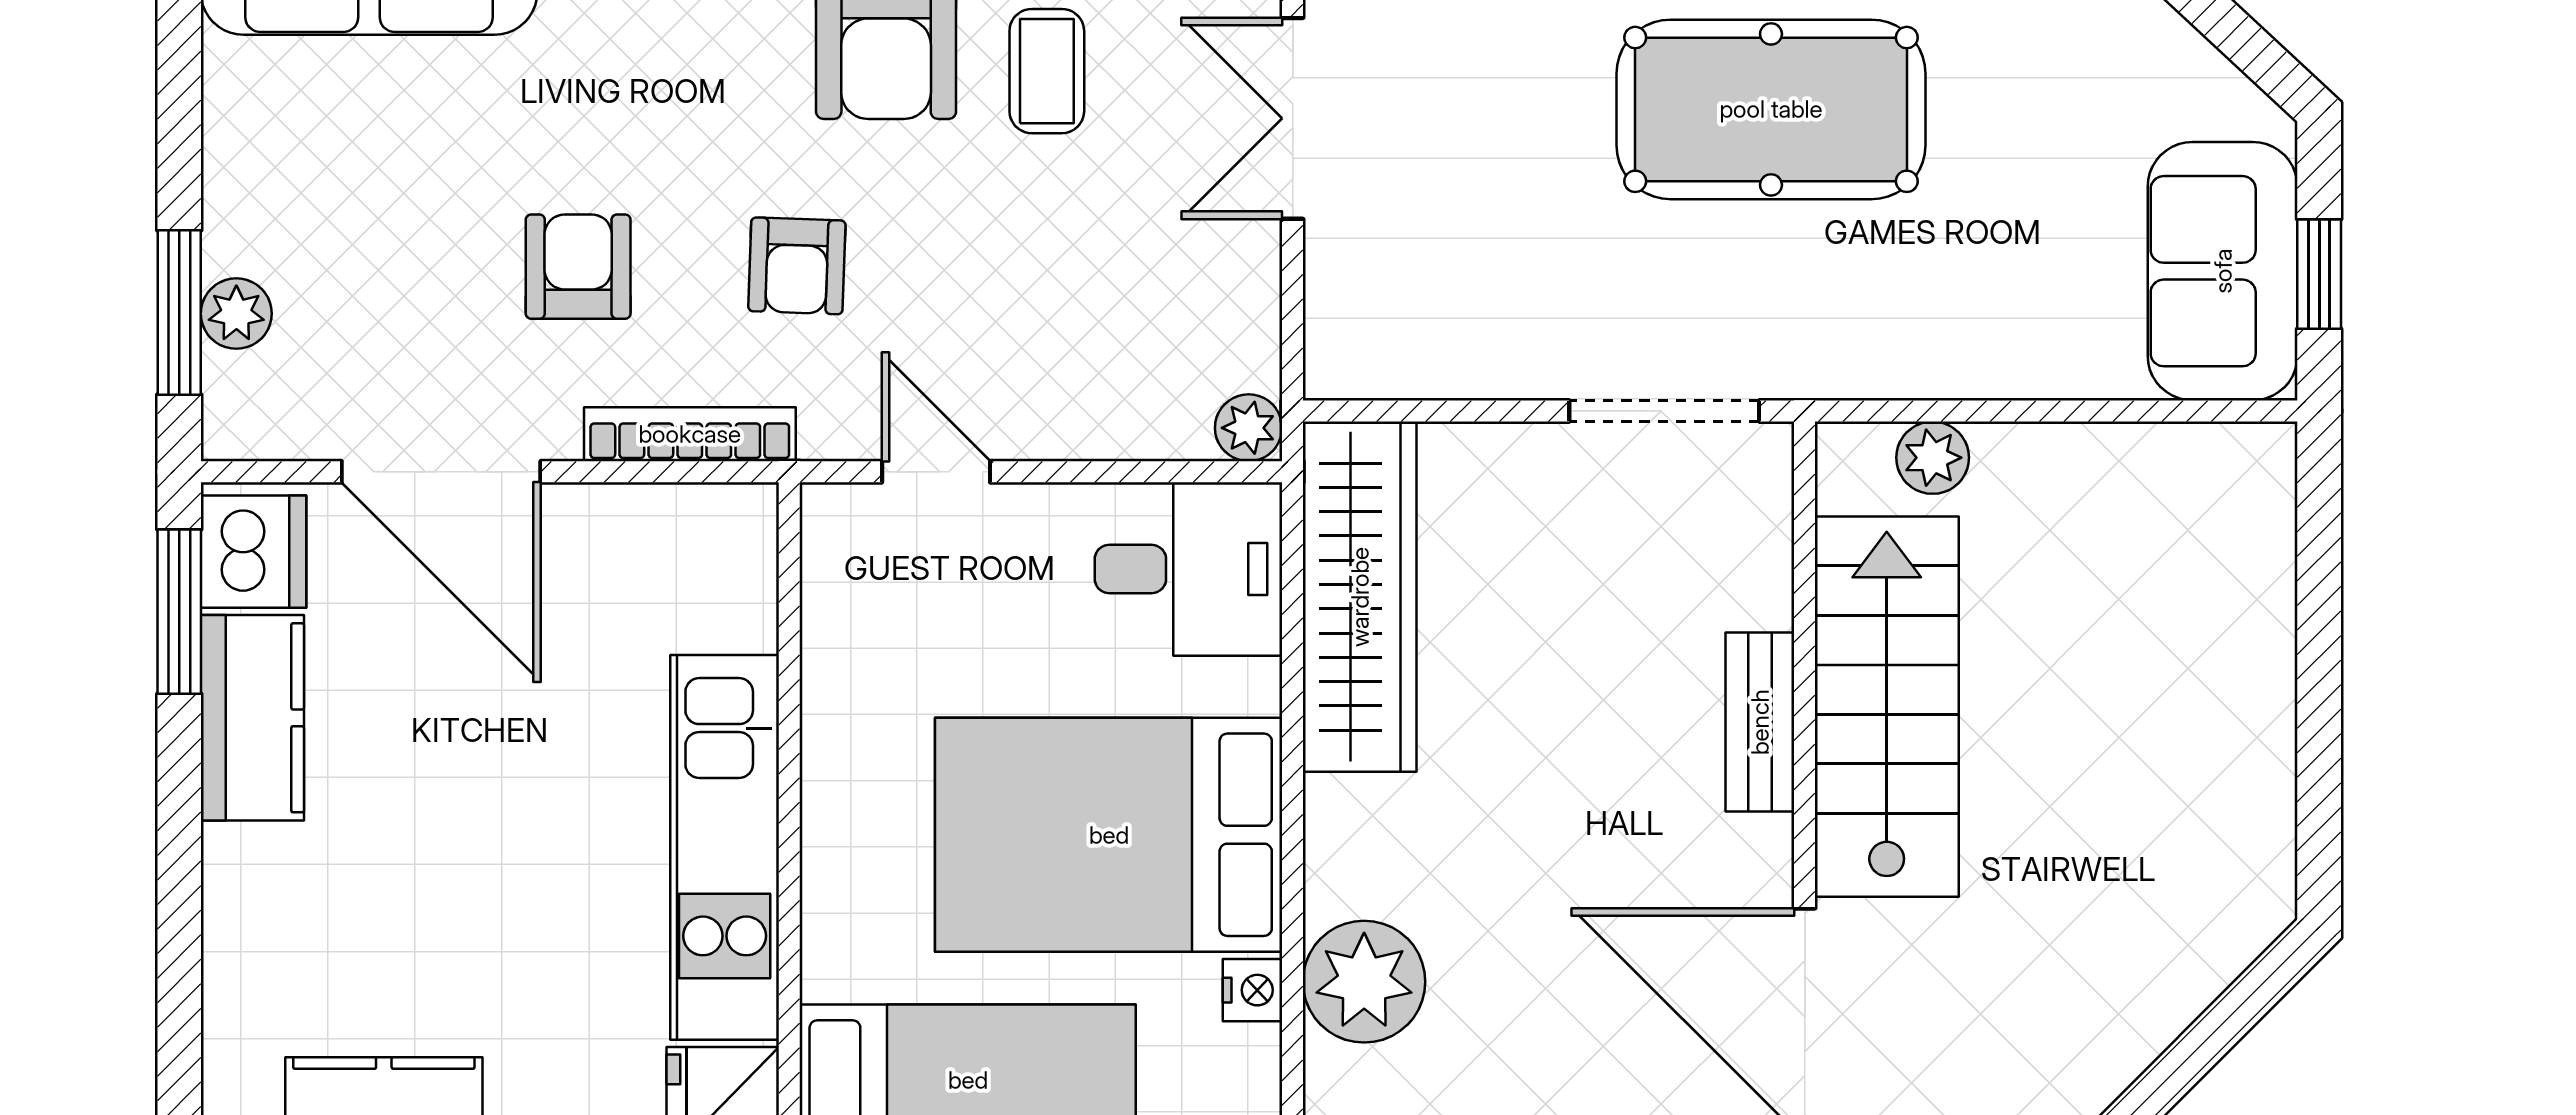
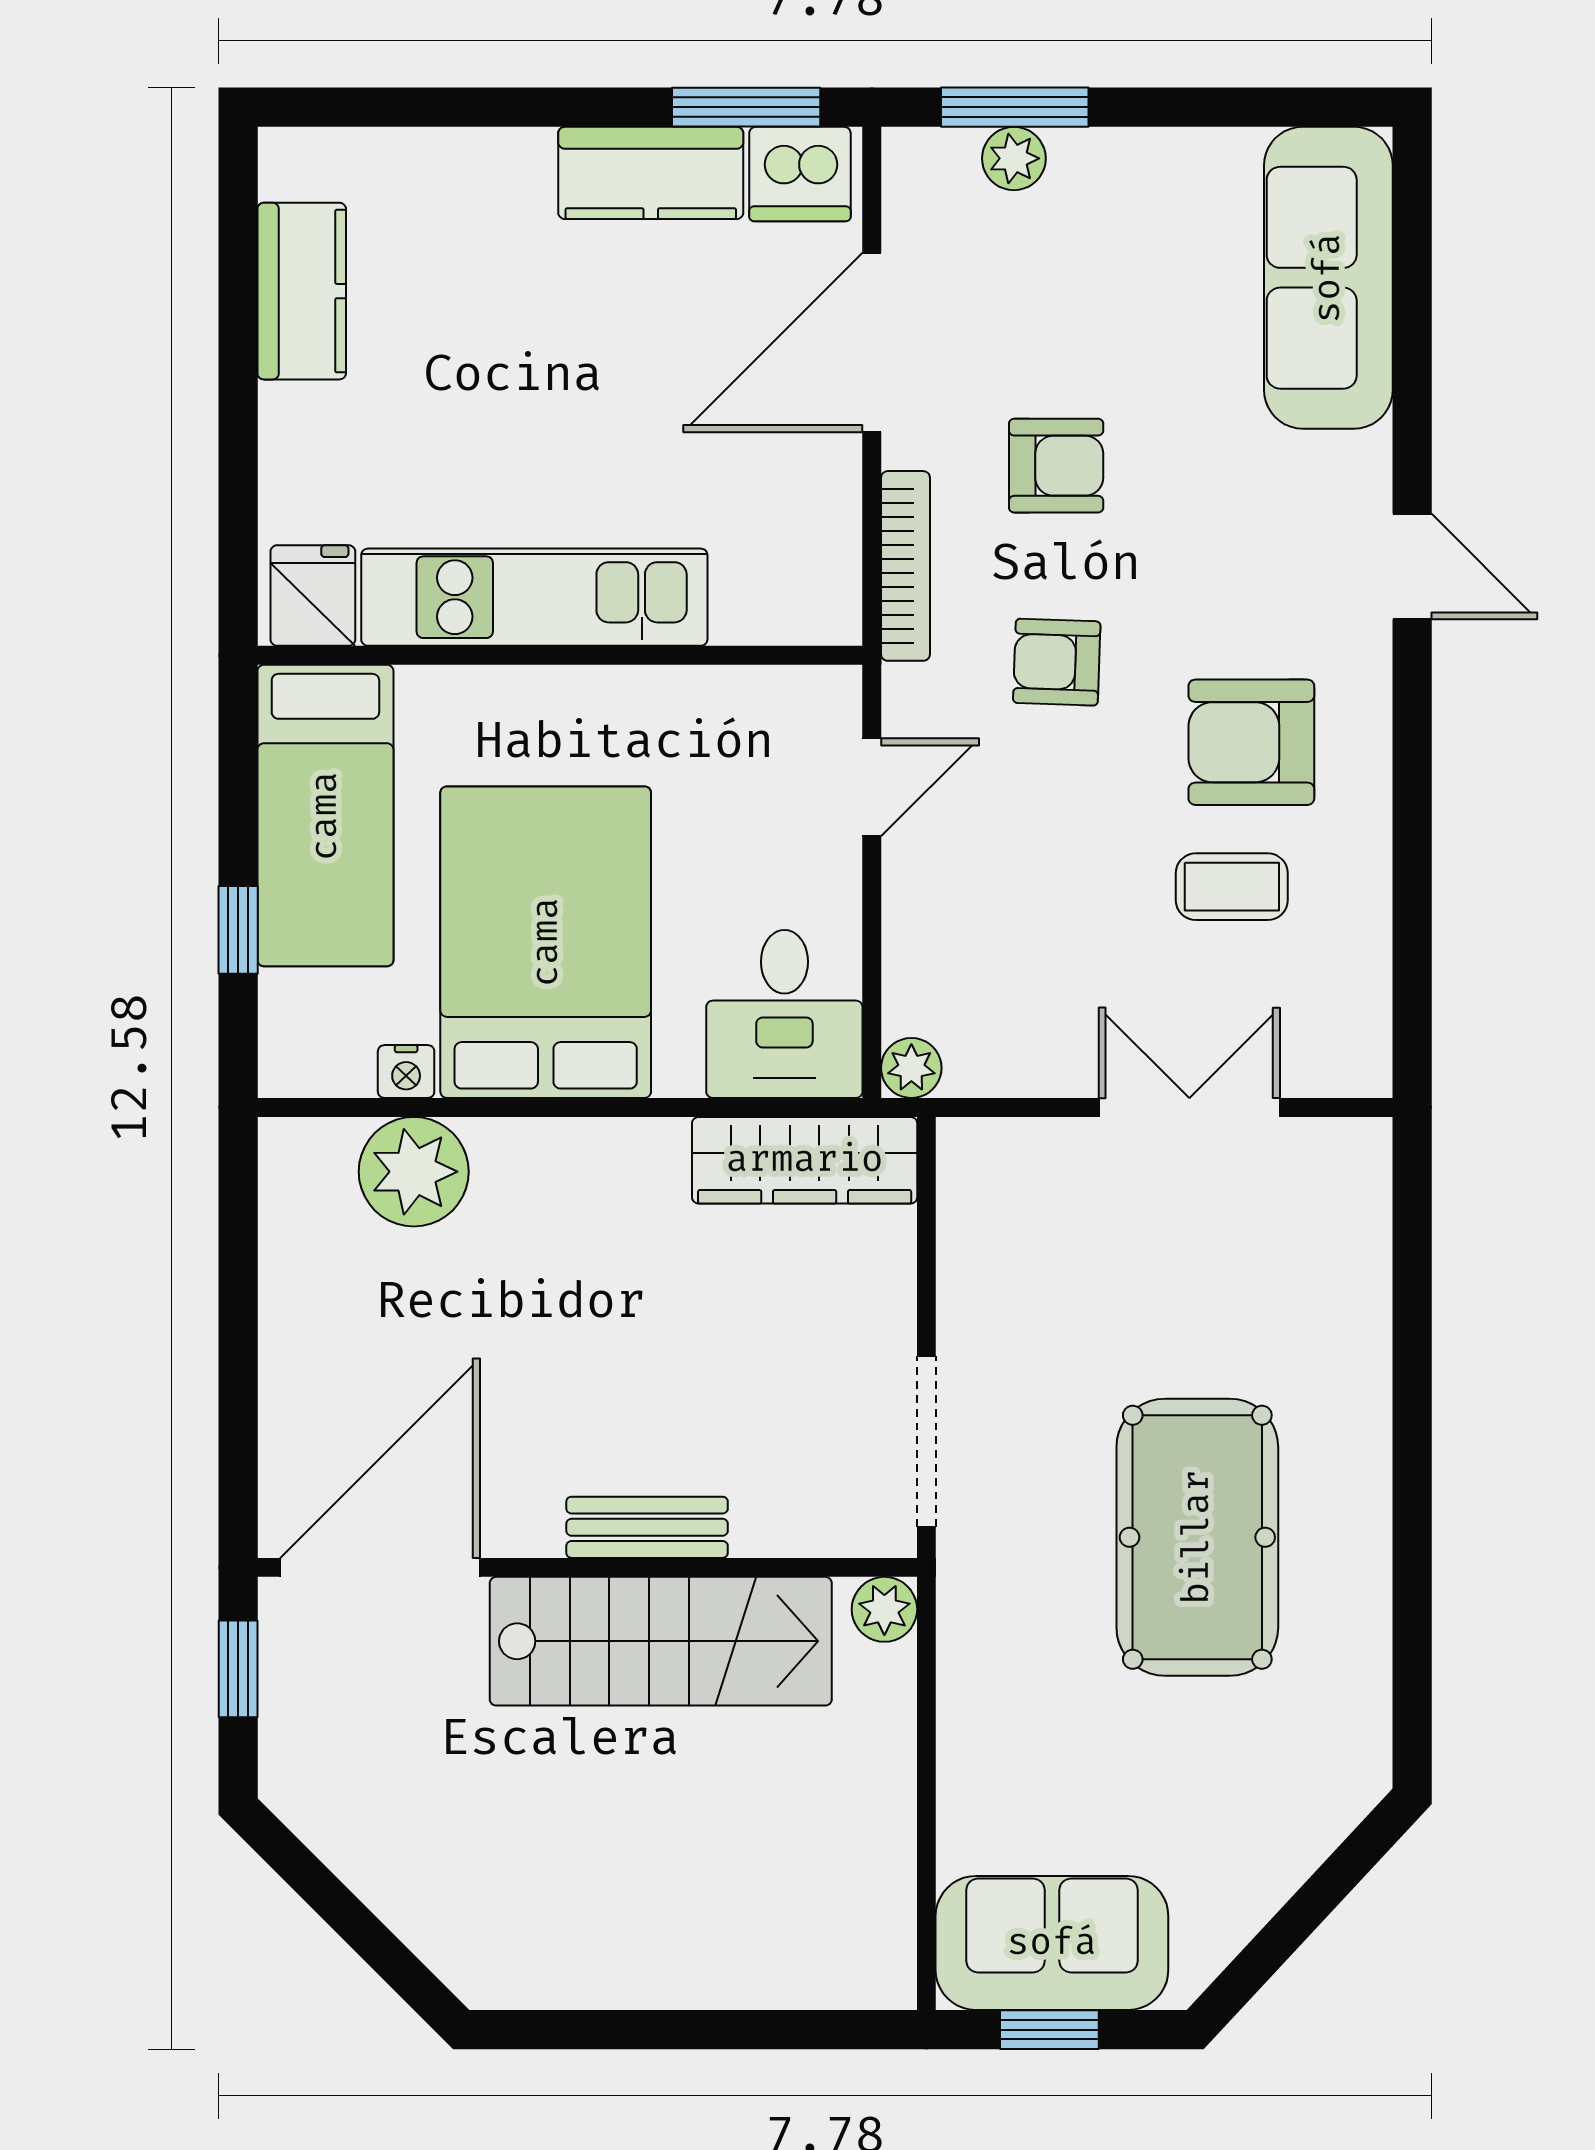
plant: (1933, 458) -> (884, 1609), moved
wardrobe: (1360, 597) -> (805, 1160), width x0.71, depth x0.85

